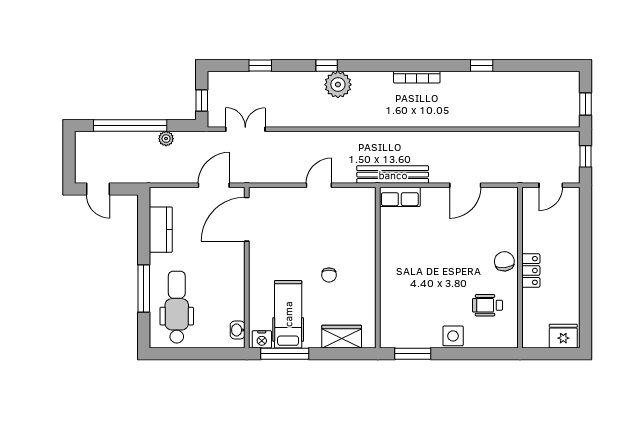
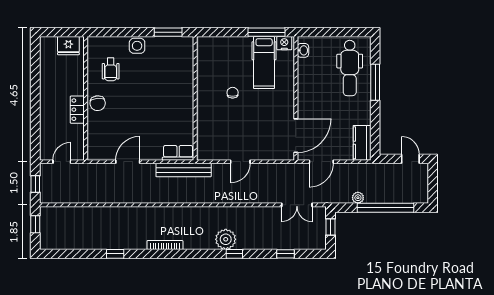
kitchen counter: (161, 230) -> (362, 143), moved
locker: (531, 271) -> (77, 110), moved
wheelchair: (487, 305) -> (111, 69), turned 90
fridge: (563, 336) -> (68, 46), moved
wardrobe: (342, 337) -> (223, 45), removed

